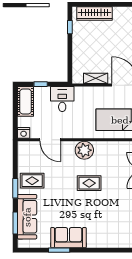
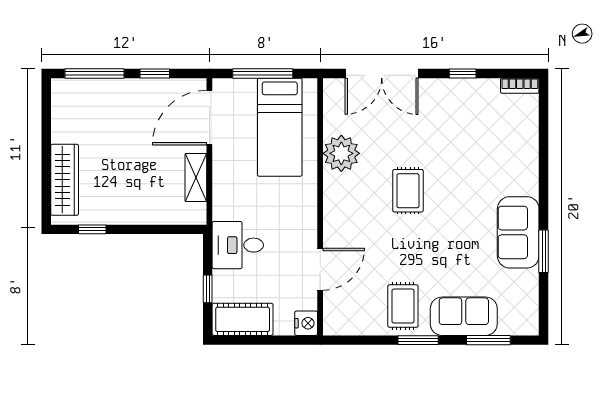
plant: (84, 150) -> (341, 153), moved
sofa: (27, 217) -> (464, 316), width x0.73

